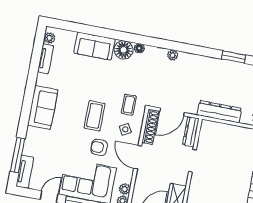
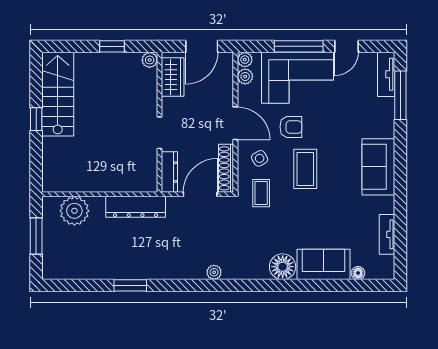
plant: (50, 38) -> (387, 264), removed
floor lamp: (139, 48) -> (358, 273), moved

